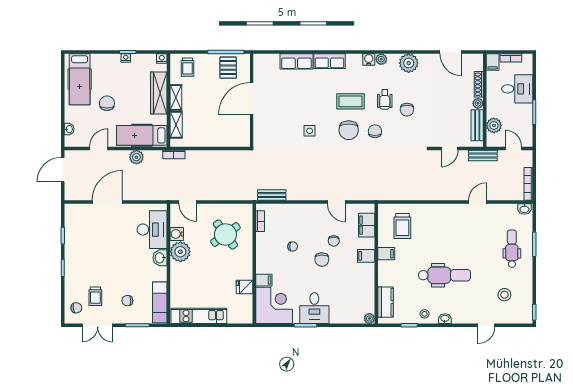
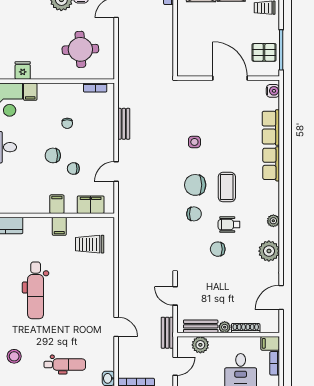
water cooler: (369, 59) -> (273, 91), moved
bench: (272, 195) -> (124, 124), moved
round table: (225, 235) -> (80, 49), turned 33

